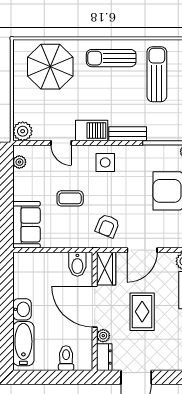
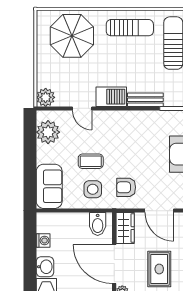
sun lounger: (111, 58) -> (130, 28), turned 180
plant: (19, 162) -> (48, 132), width x1.87, depth x1.87
side table: (105, 162) -> (93, 189), moved
armchair: (107, 226) -> (126, 187), turned 68
door: (142, 250) -> (159, 211), hinge flipped
washing machine: (20, 282) -> (43, 240), added

